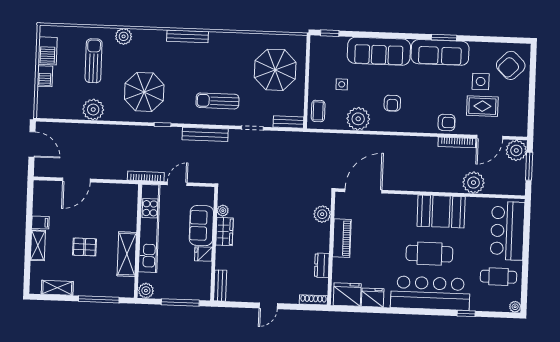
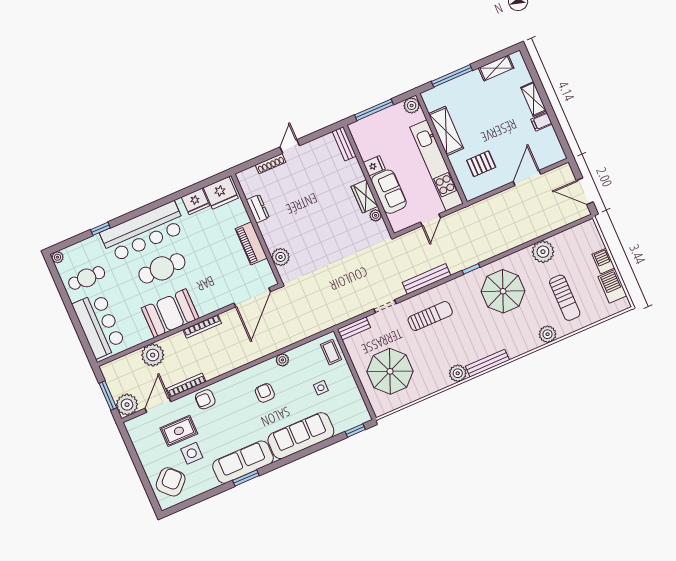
plant: (217, 40) -> (458, 373), added
plant: (358, 119) -> (282, 360), width x0.53, depth x0.53
bookcase: (146, 176) -> (202, 326), moved
pallet: (85, 247) -> (481, 164), moved
shoe rack: (313, 300) -> (271, 164), moved

